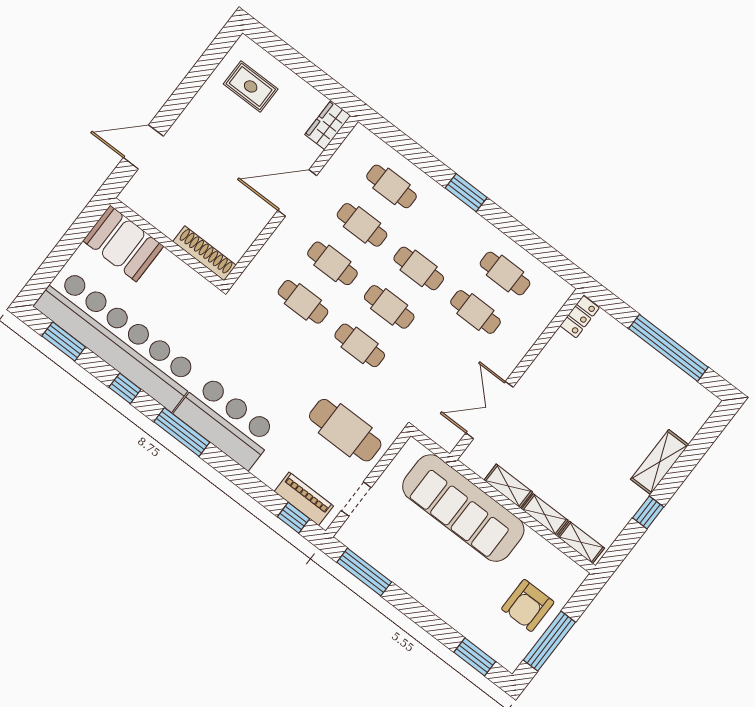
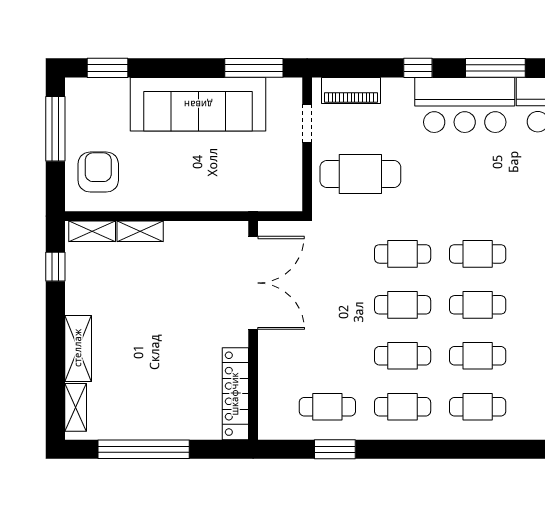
window: (466, 193) -> (335, 449), moved
cafe table: (475, 312) -> (403, 407), moved
locker: (580, 317) -> (235, 394), width x2.16, depth x1.21
double door: (489, 410) -> (253, 283), width x1.36
shelving: (508, 486) -> (76, 407), moved, turned 90
sofa: (463, 508) -> (198, 104), moved, turned 180
window: (648, 512) -> (55, 267), moved
window: (293, 518) -> (418, 68), moved
armchair: (528, 605) -> (98, 172), moved

